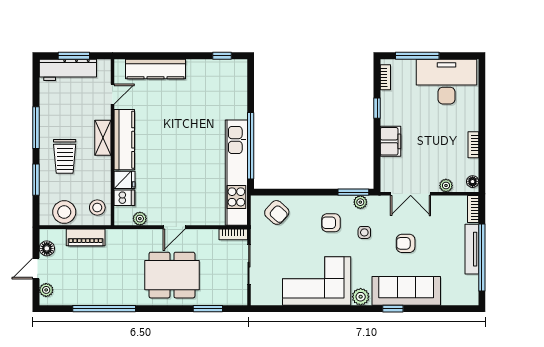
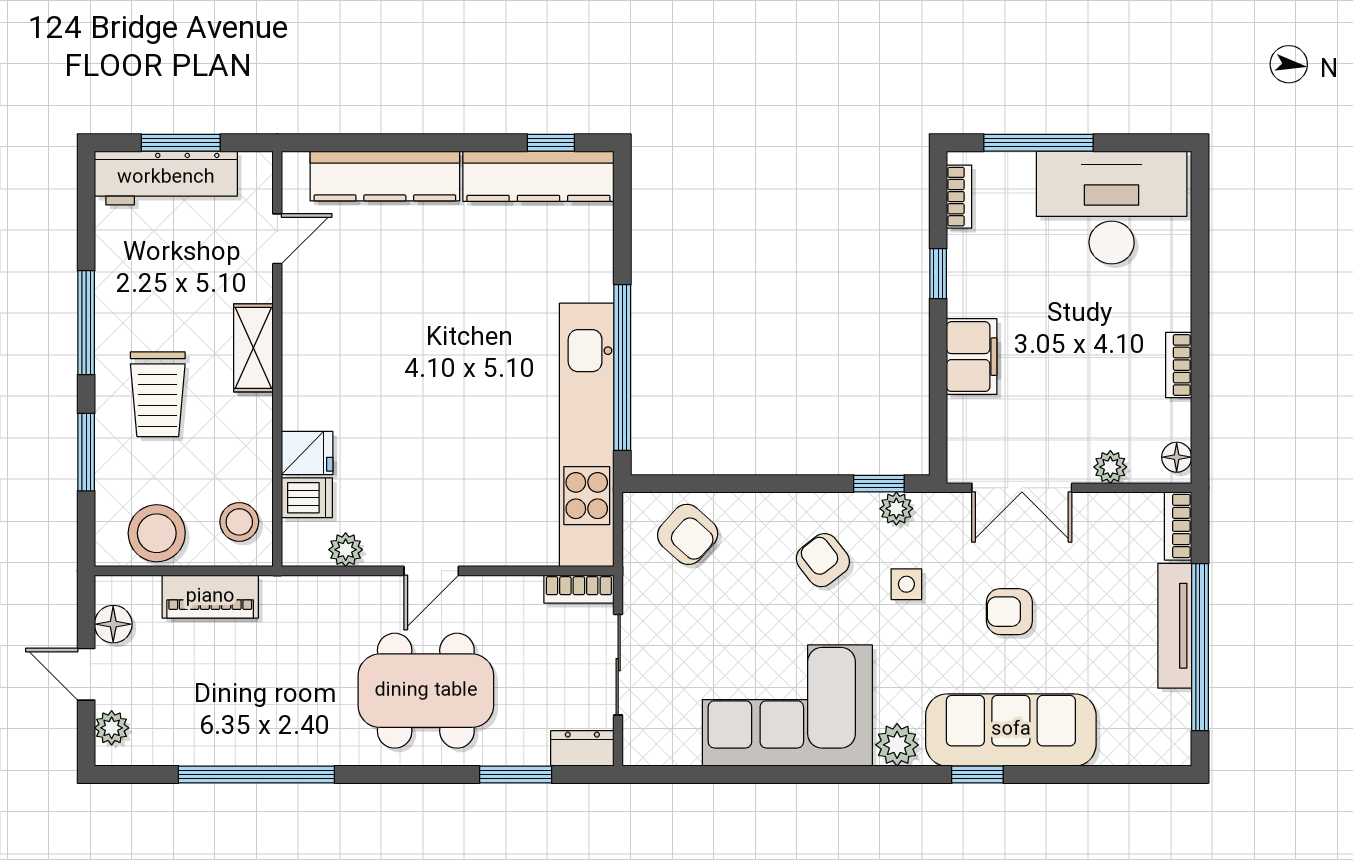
kitchen counter: (124, 140) -> (538, 176), moved, turned 90
window: (353, 192) -> (879, 484), width x0.67
armchair: (331, 223) -> (823, 560), turned 52
door: (36, 268) -> (86, 674), hinge flipped
dresser: (235, 298) -> (582, 748), added

